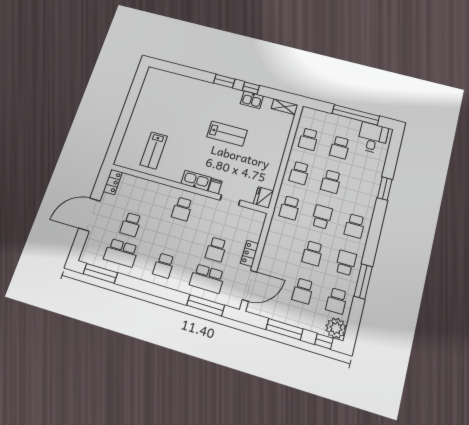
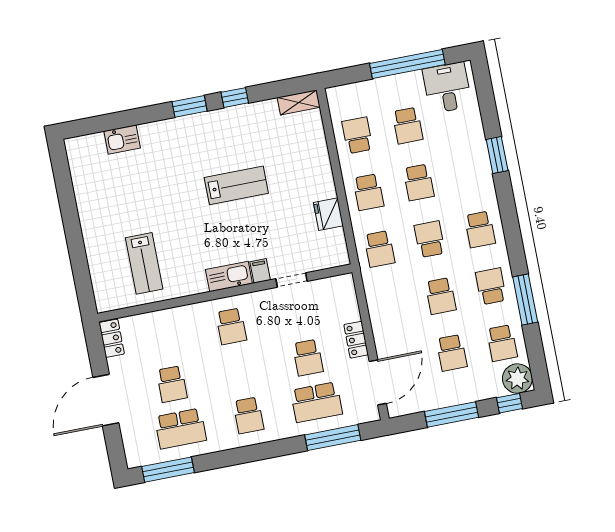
kitchen sink: (252, 100) -> (122, 140), moved
school desk: (308, 139) -> (357, 135), turned 180
fridge: (263, 197) -> (328, 214), moved

